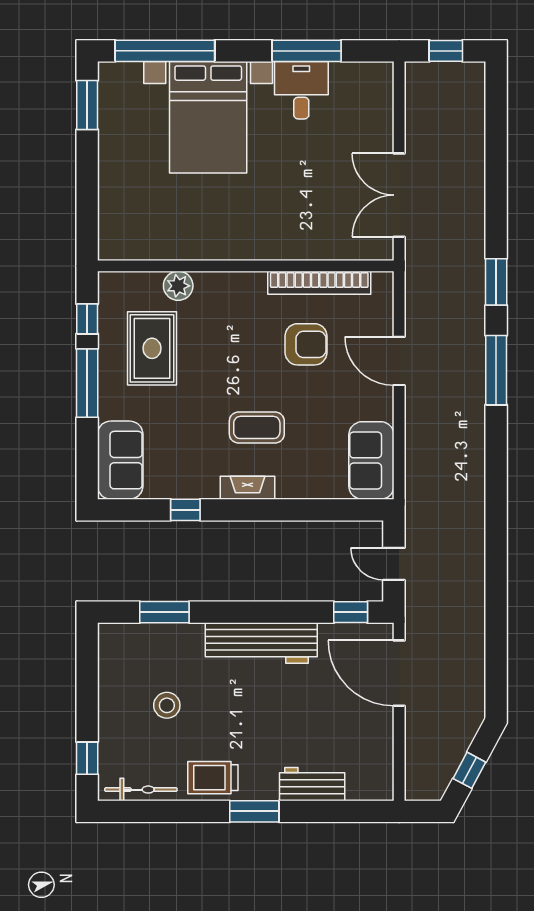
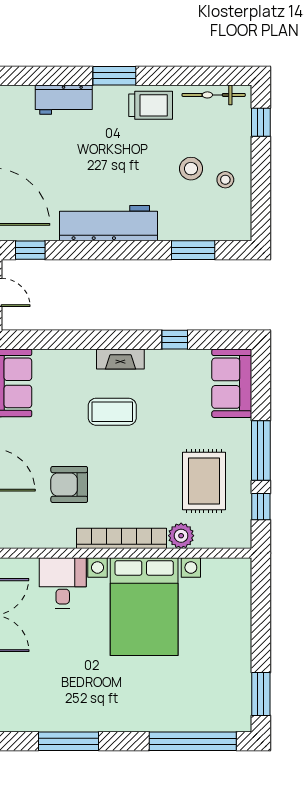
desk: (301, 90) -> (63, 583), moved, turned 180
bed with nightstands: (208, 117) -> (144, 607), moved, turned 180
bookcase: (319, 283) -> (122, 538), moved
stool: (128, 693) -> (225, 180), added

